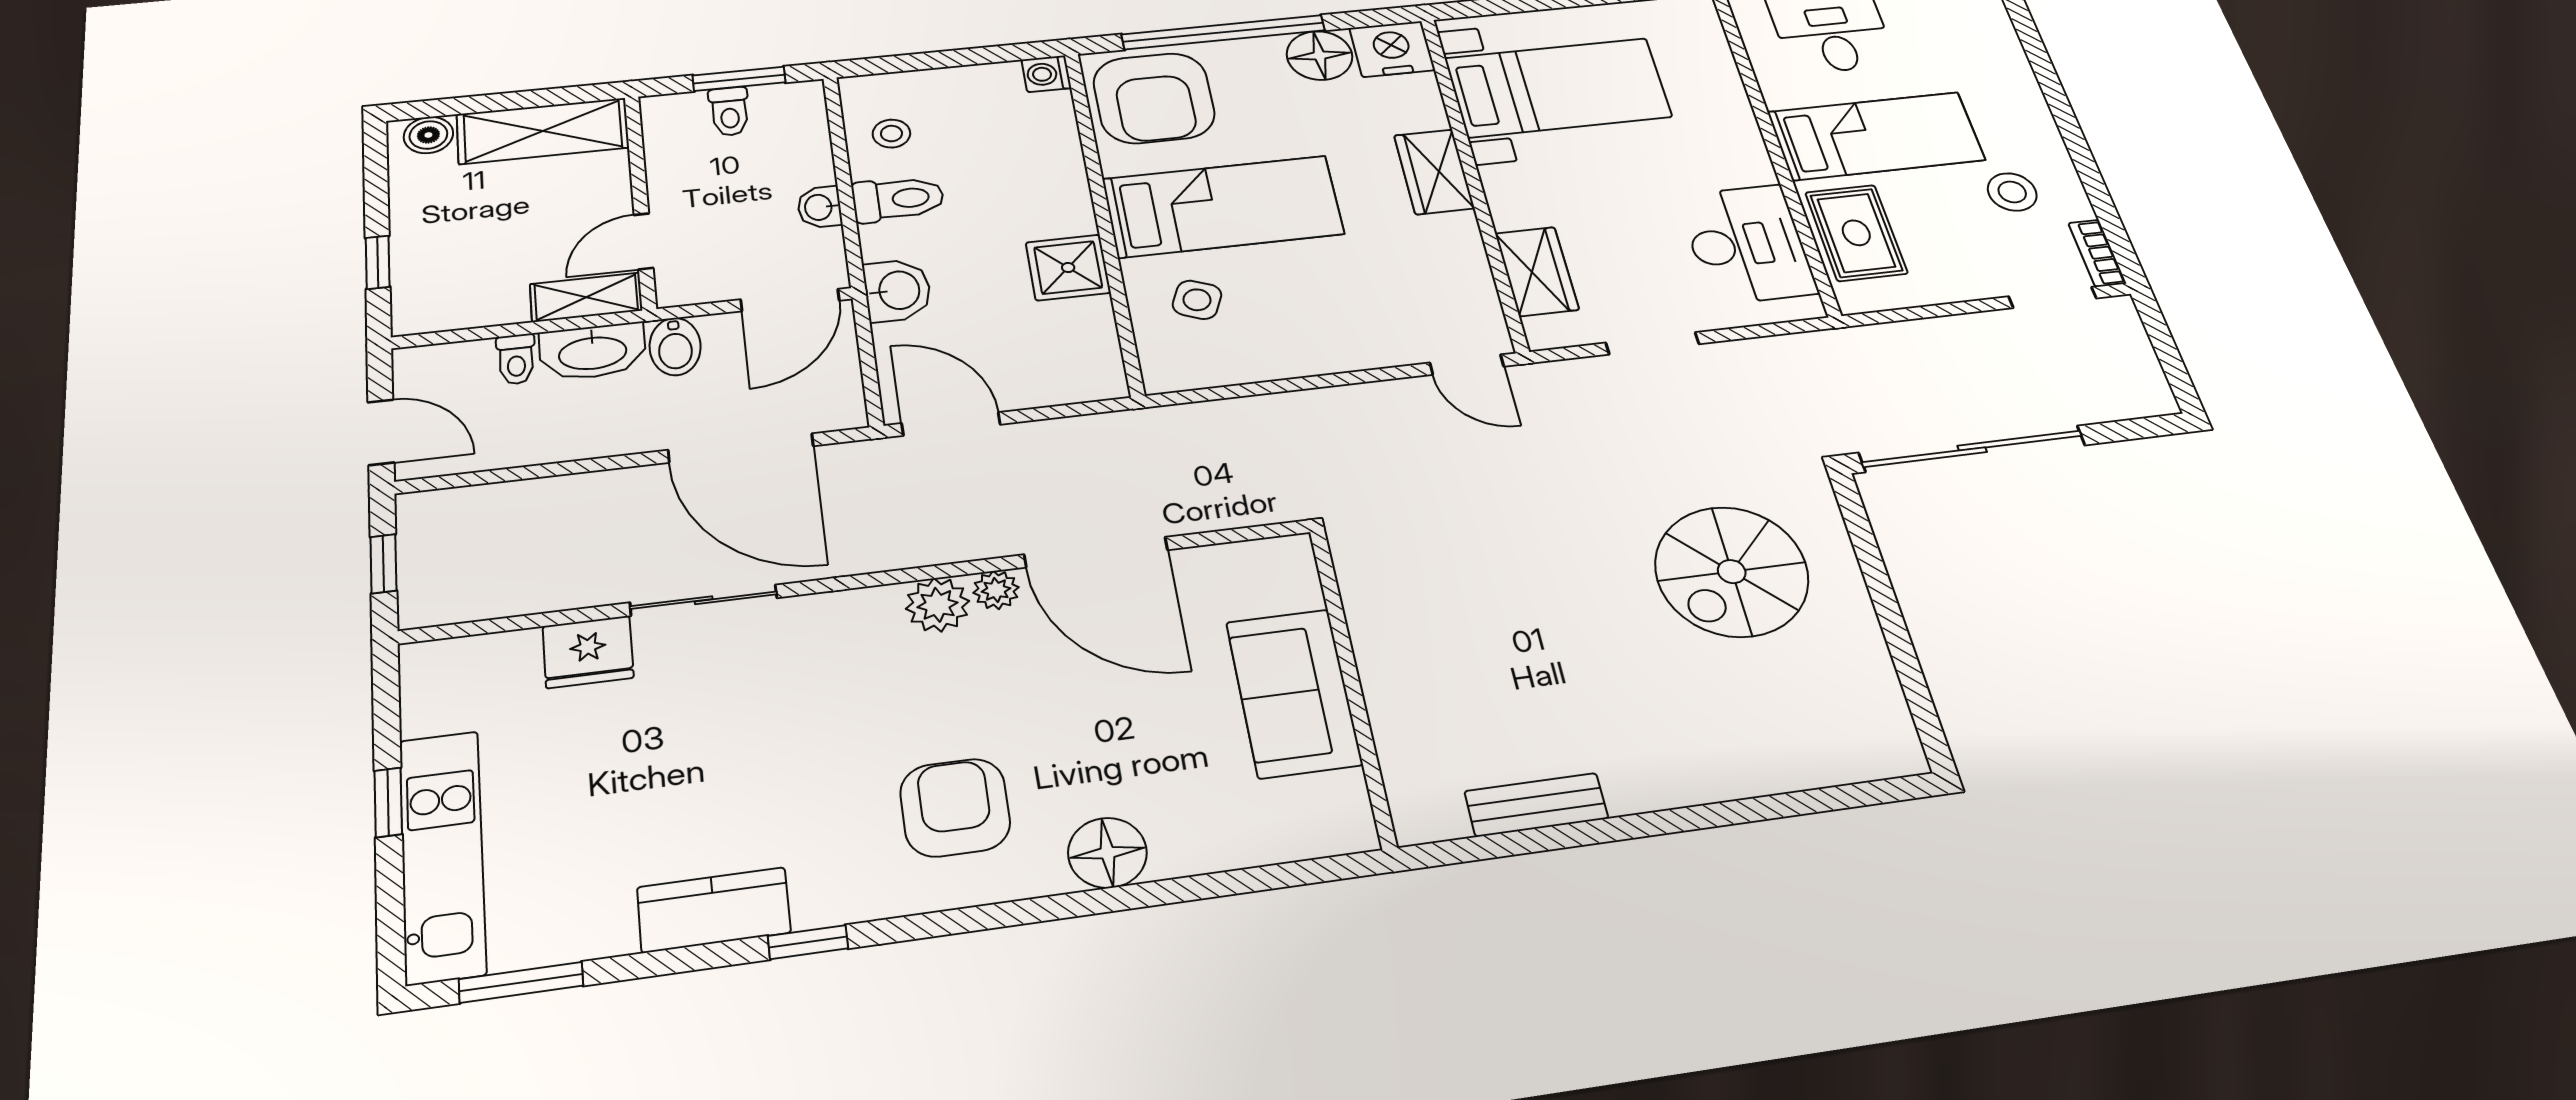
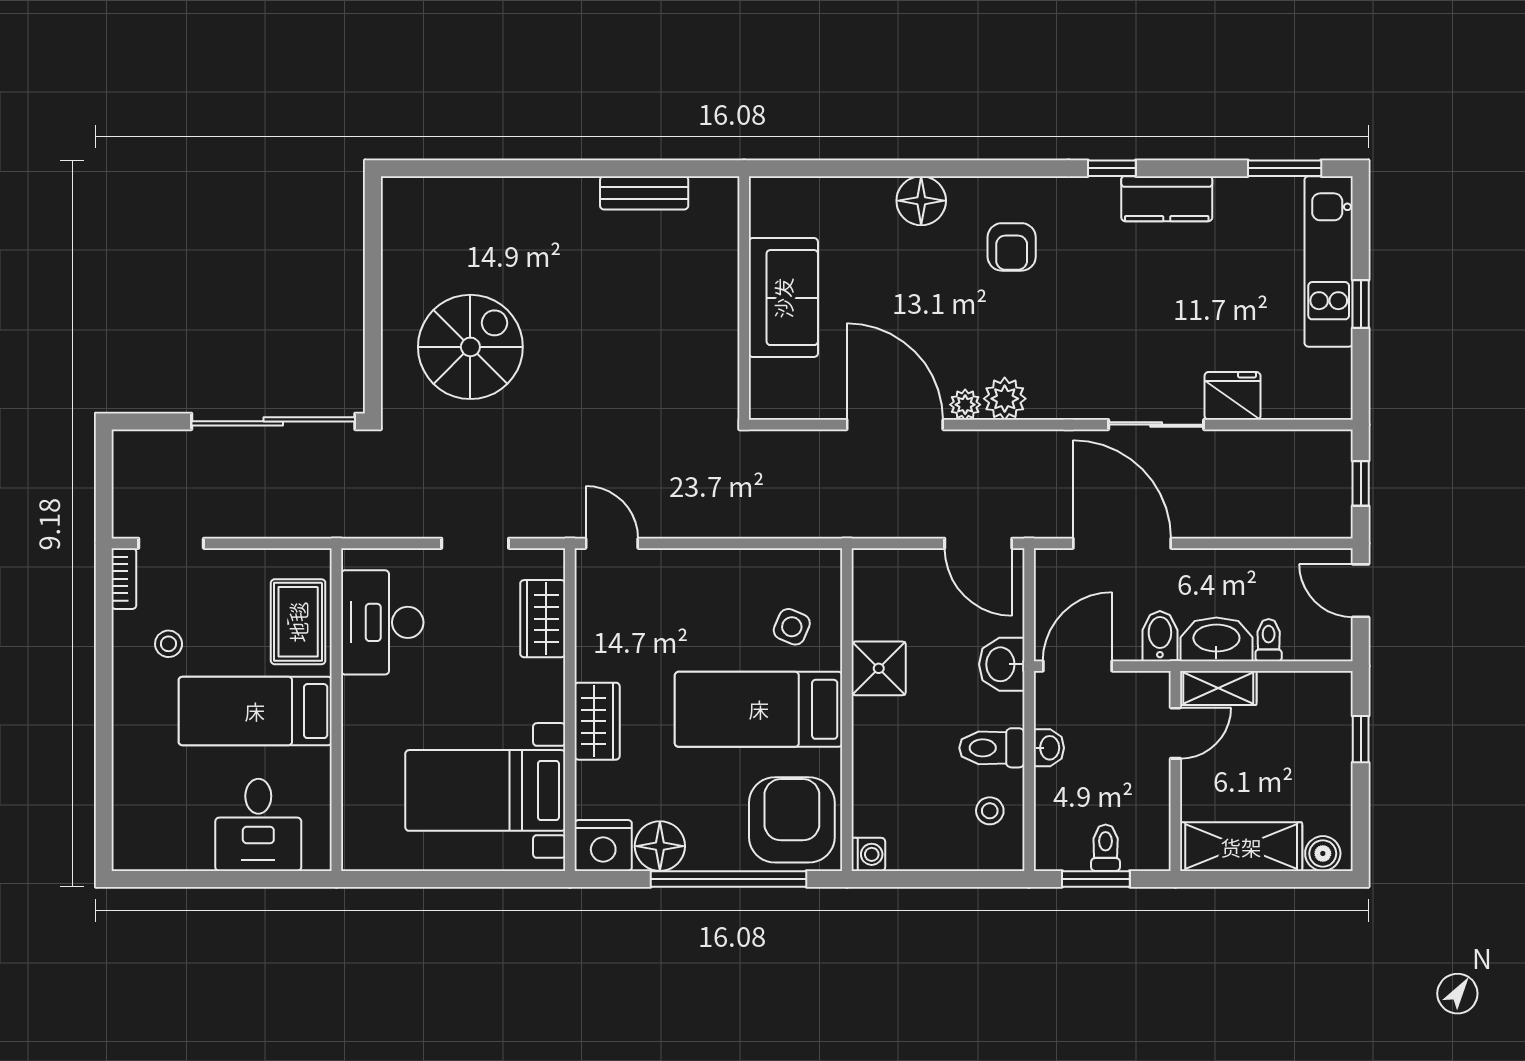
stool: (2012, 192) -> (169, 644), width x0.73, depth x0.73
armchair: (955, 808) -> (1012, 247), width x0.72, depth x0.72

